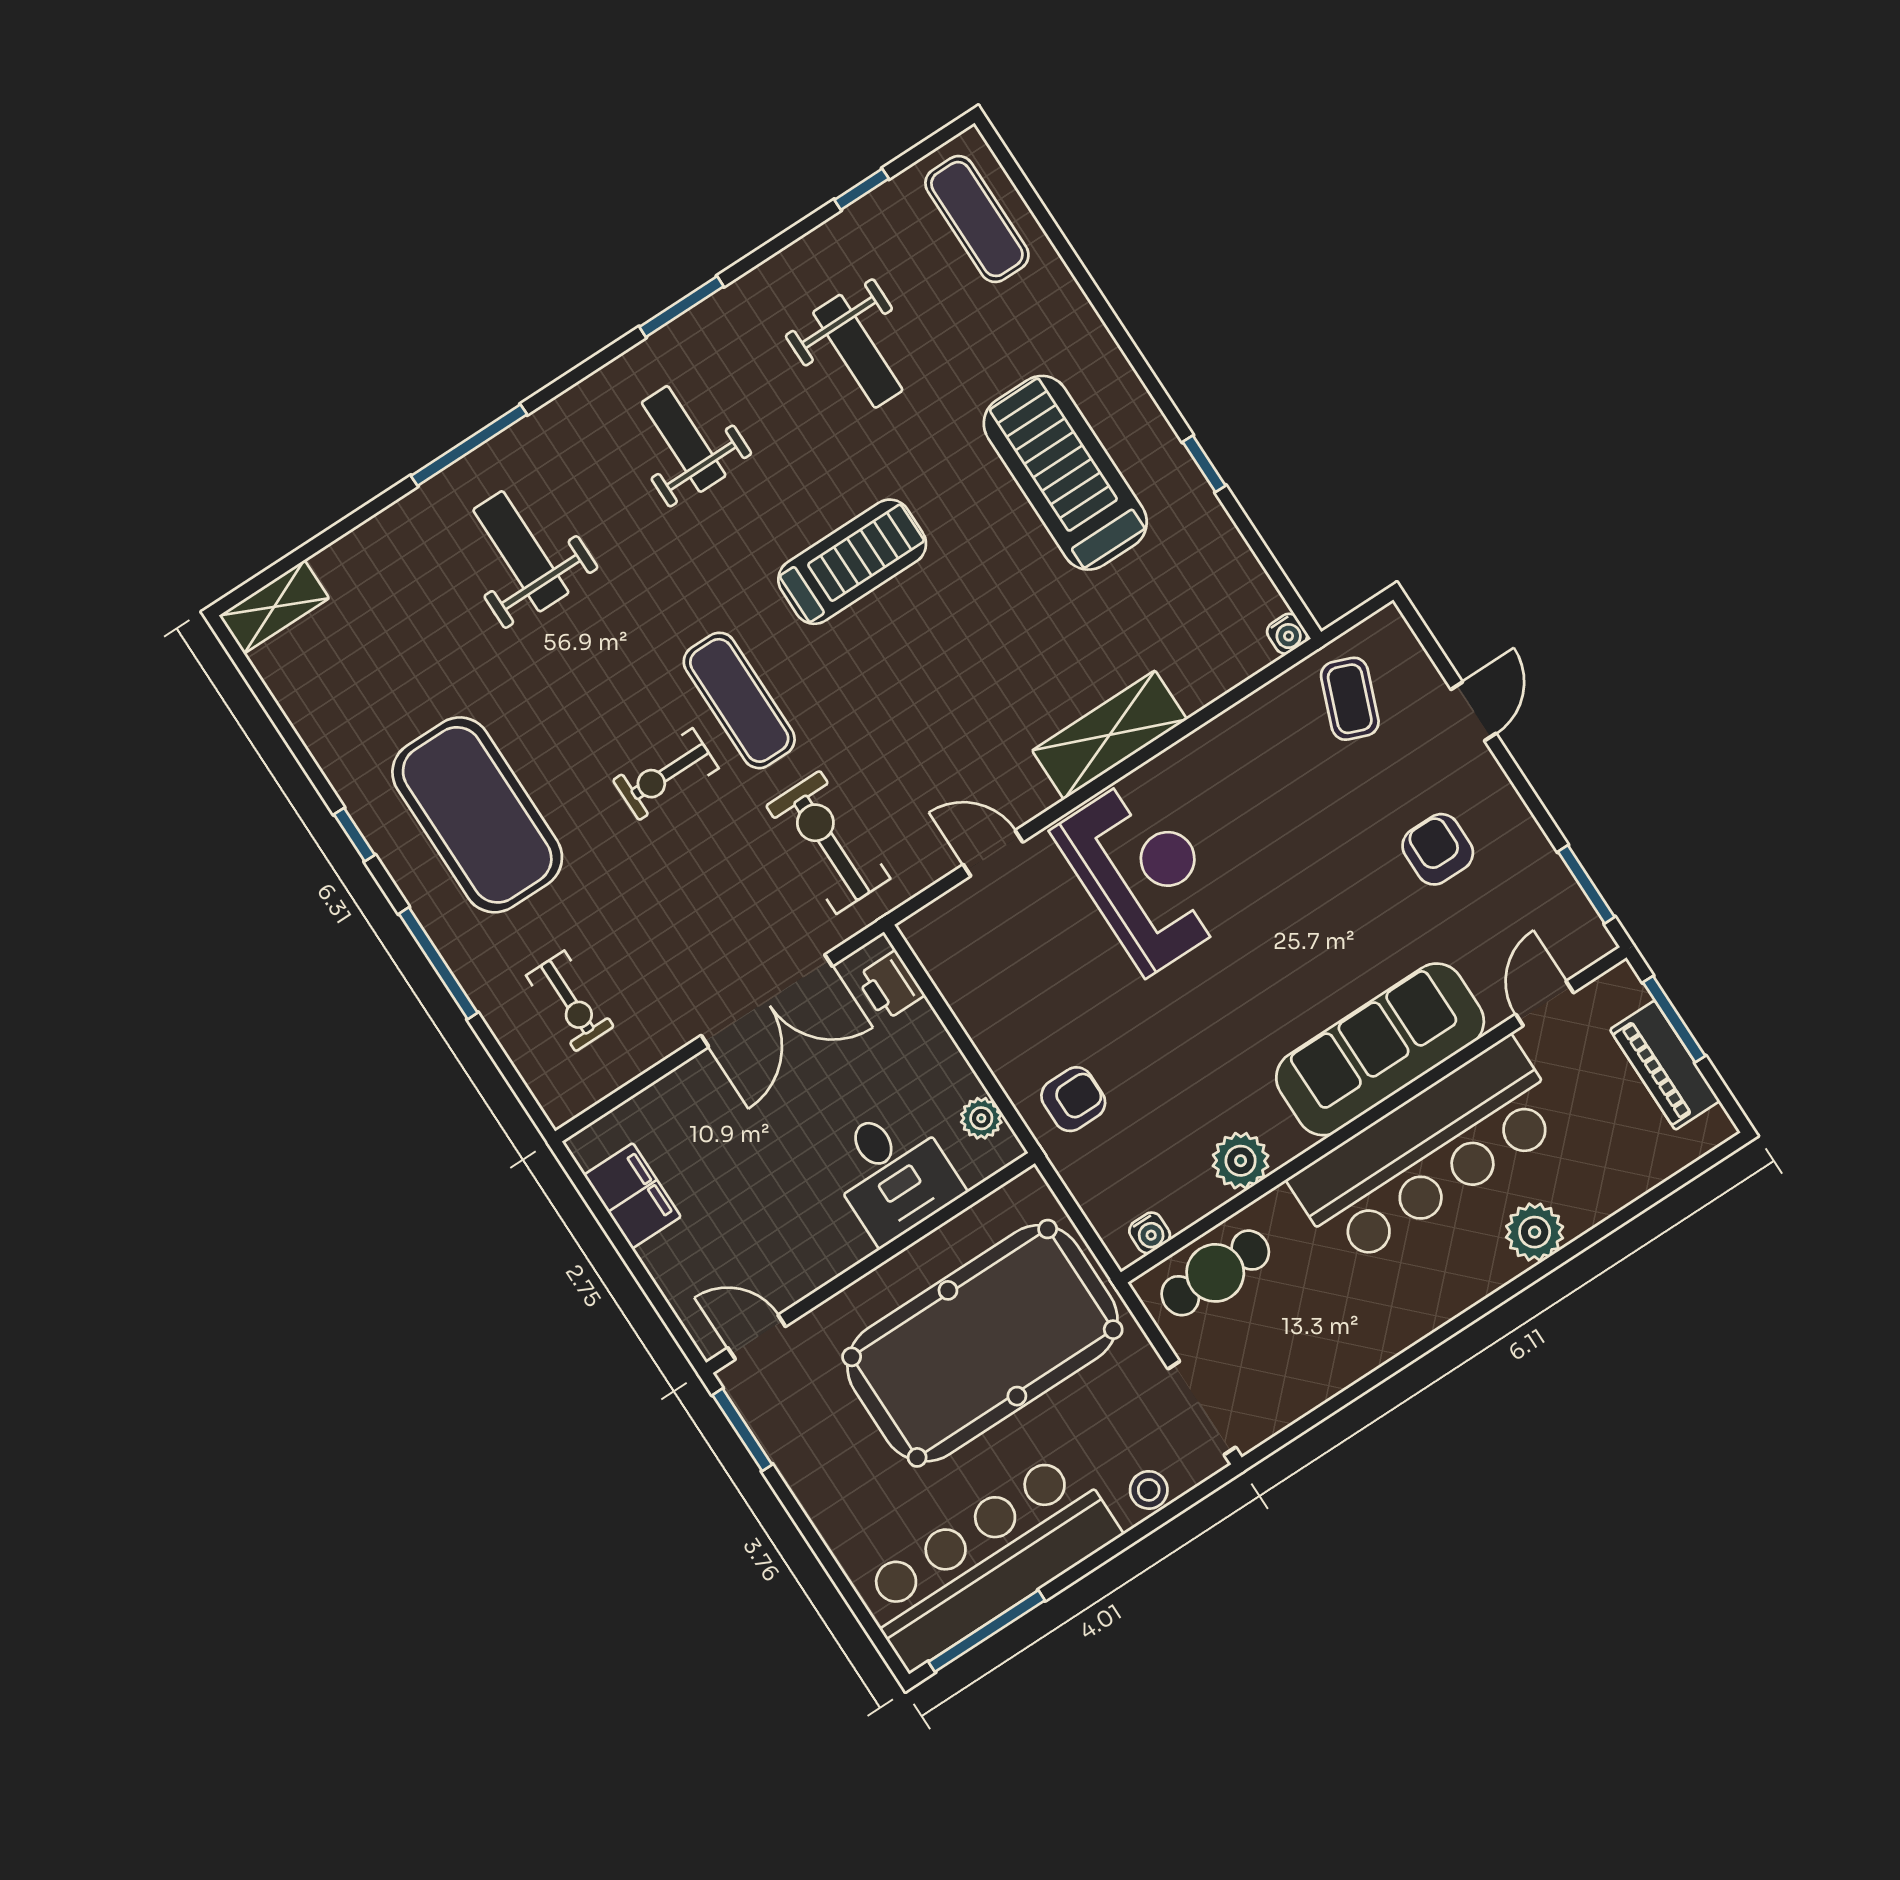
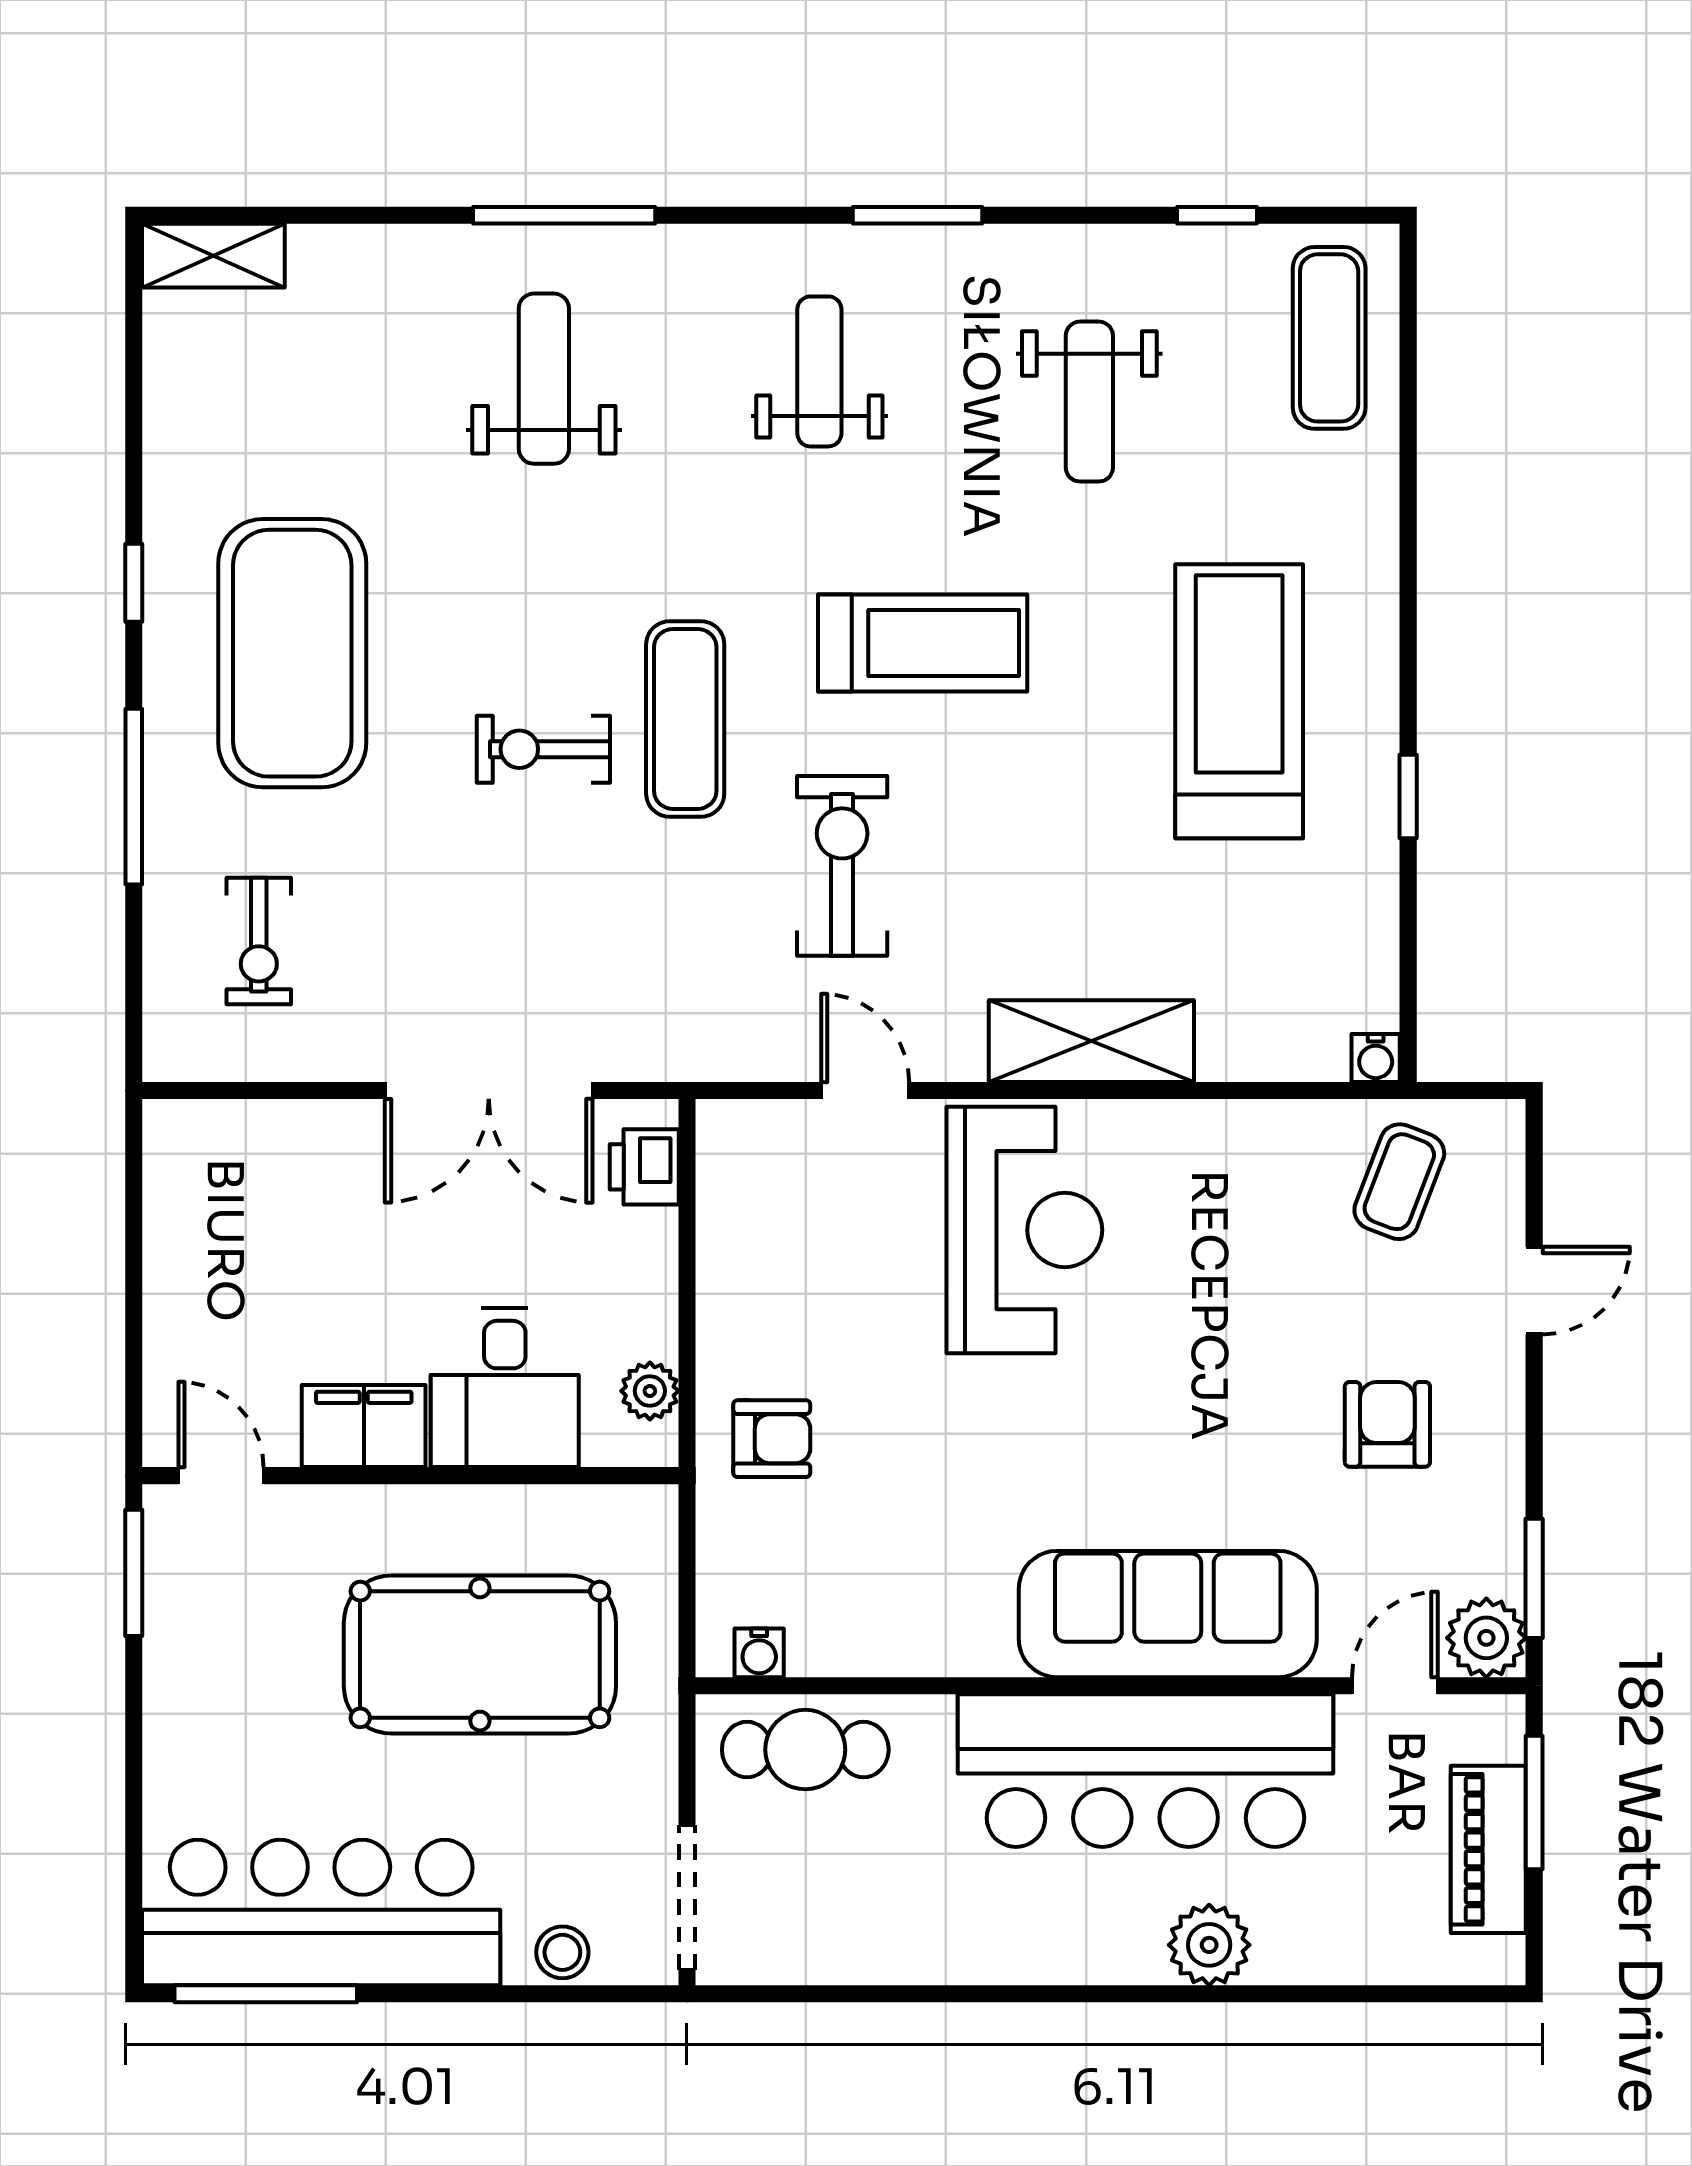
exercise bike: (828, 842) -> (842, 866), moved
plant: (1241, 1161) -> (1486, 1638), moved
filing cabinet: (632, 1196) -> (364, 1426), moved, turned -90
pool table: (982, 1343) -> (480, 1654), width x0.73, depth x0.76

